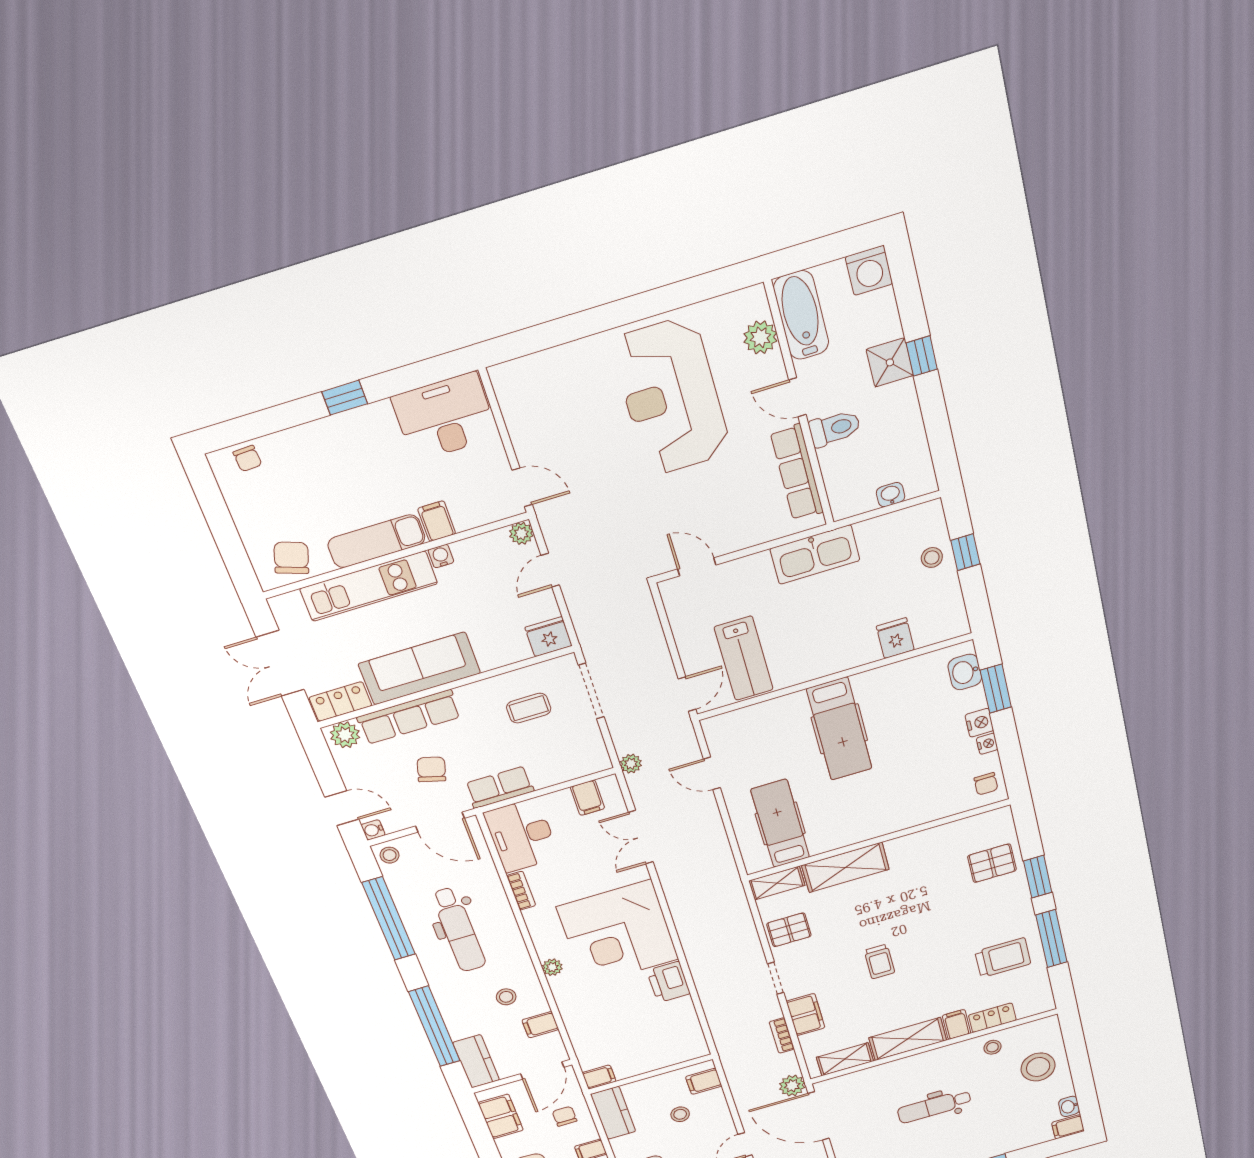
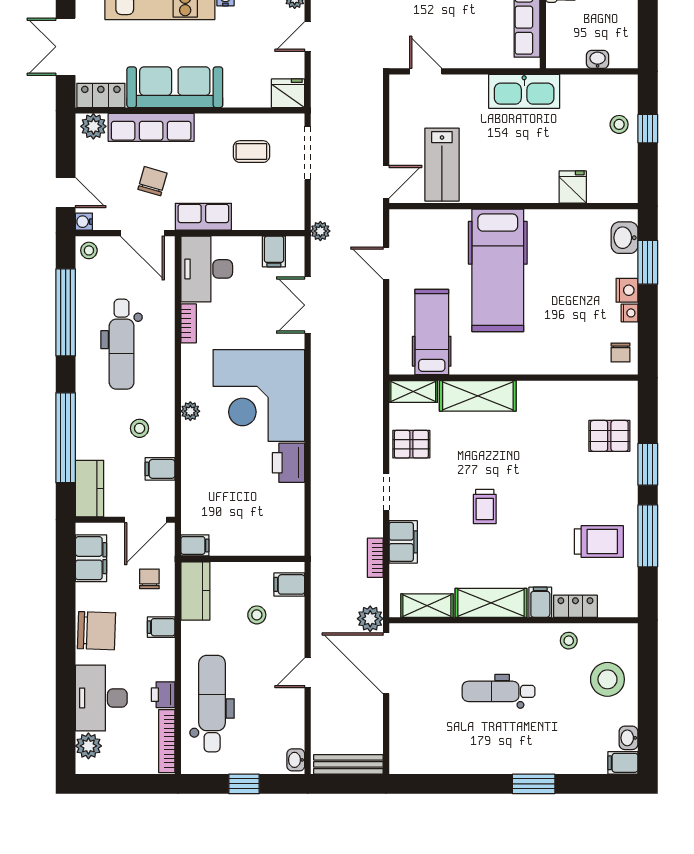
hospital bed: (839, 729) -> (498, 270), width x1.37, depth x1.29

